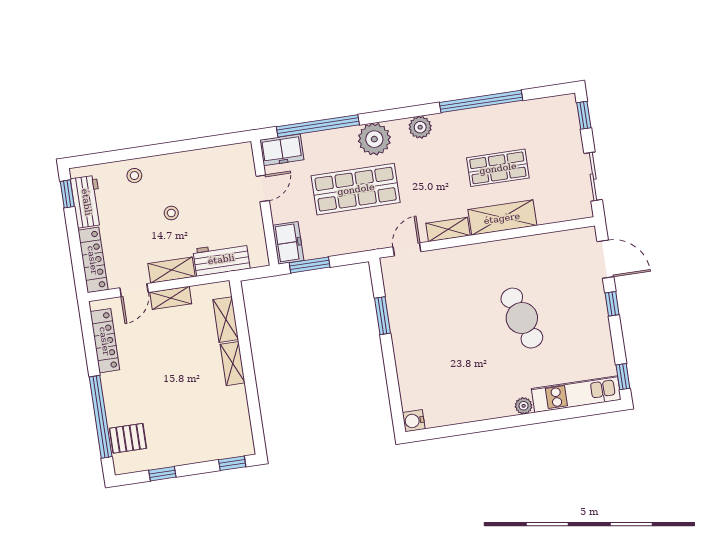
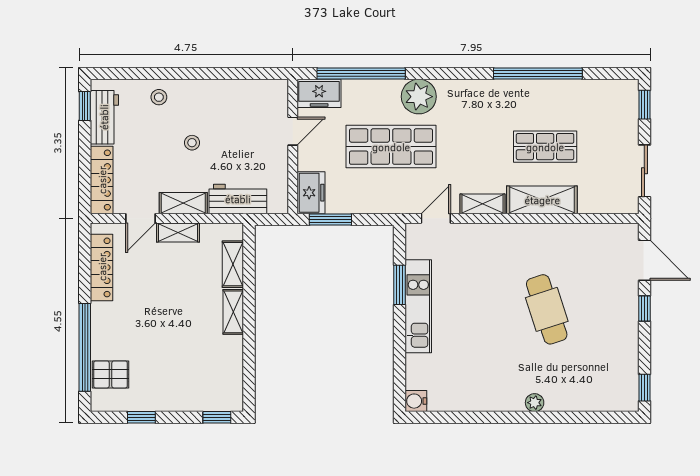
plant: (420, 127) -> (469, 91), removed
kitchen unit: (576, 394) -> (418, 306), moved, turned 90

